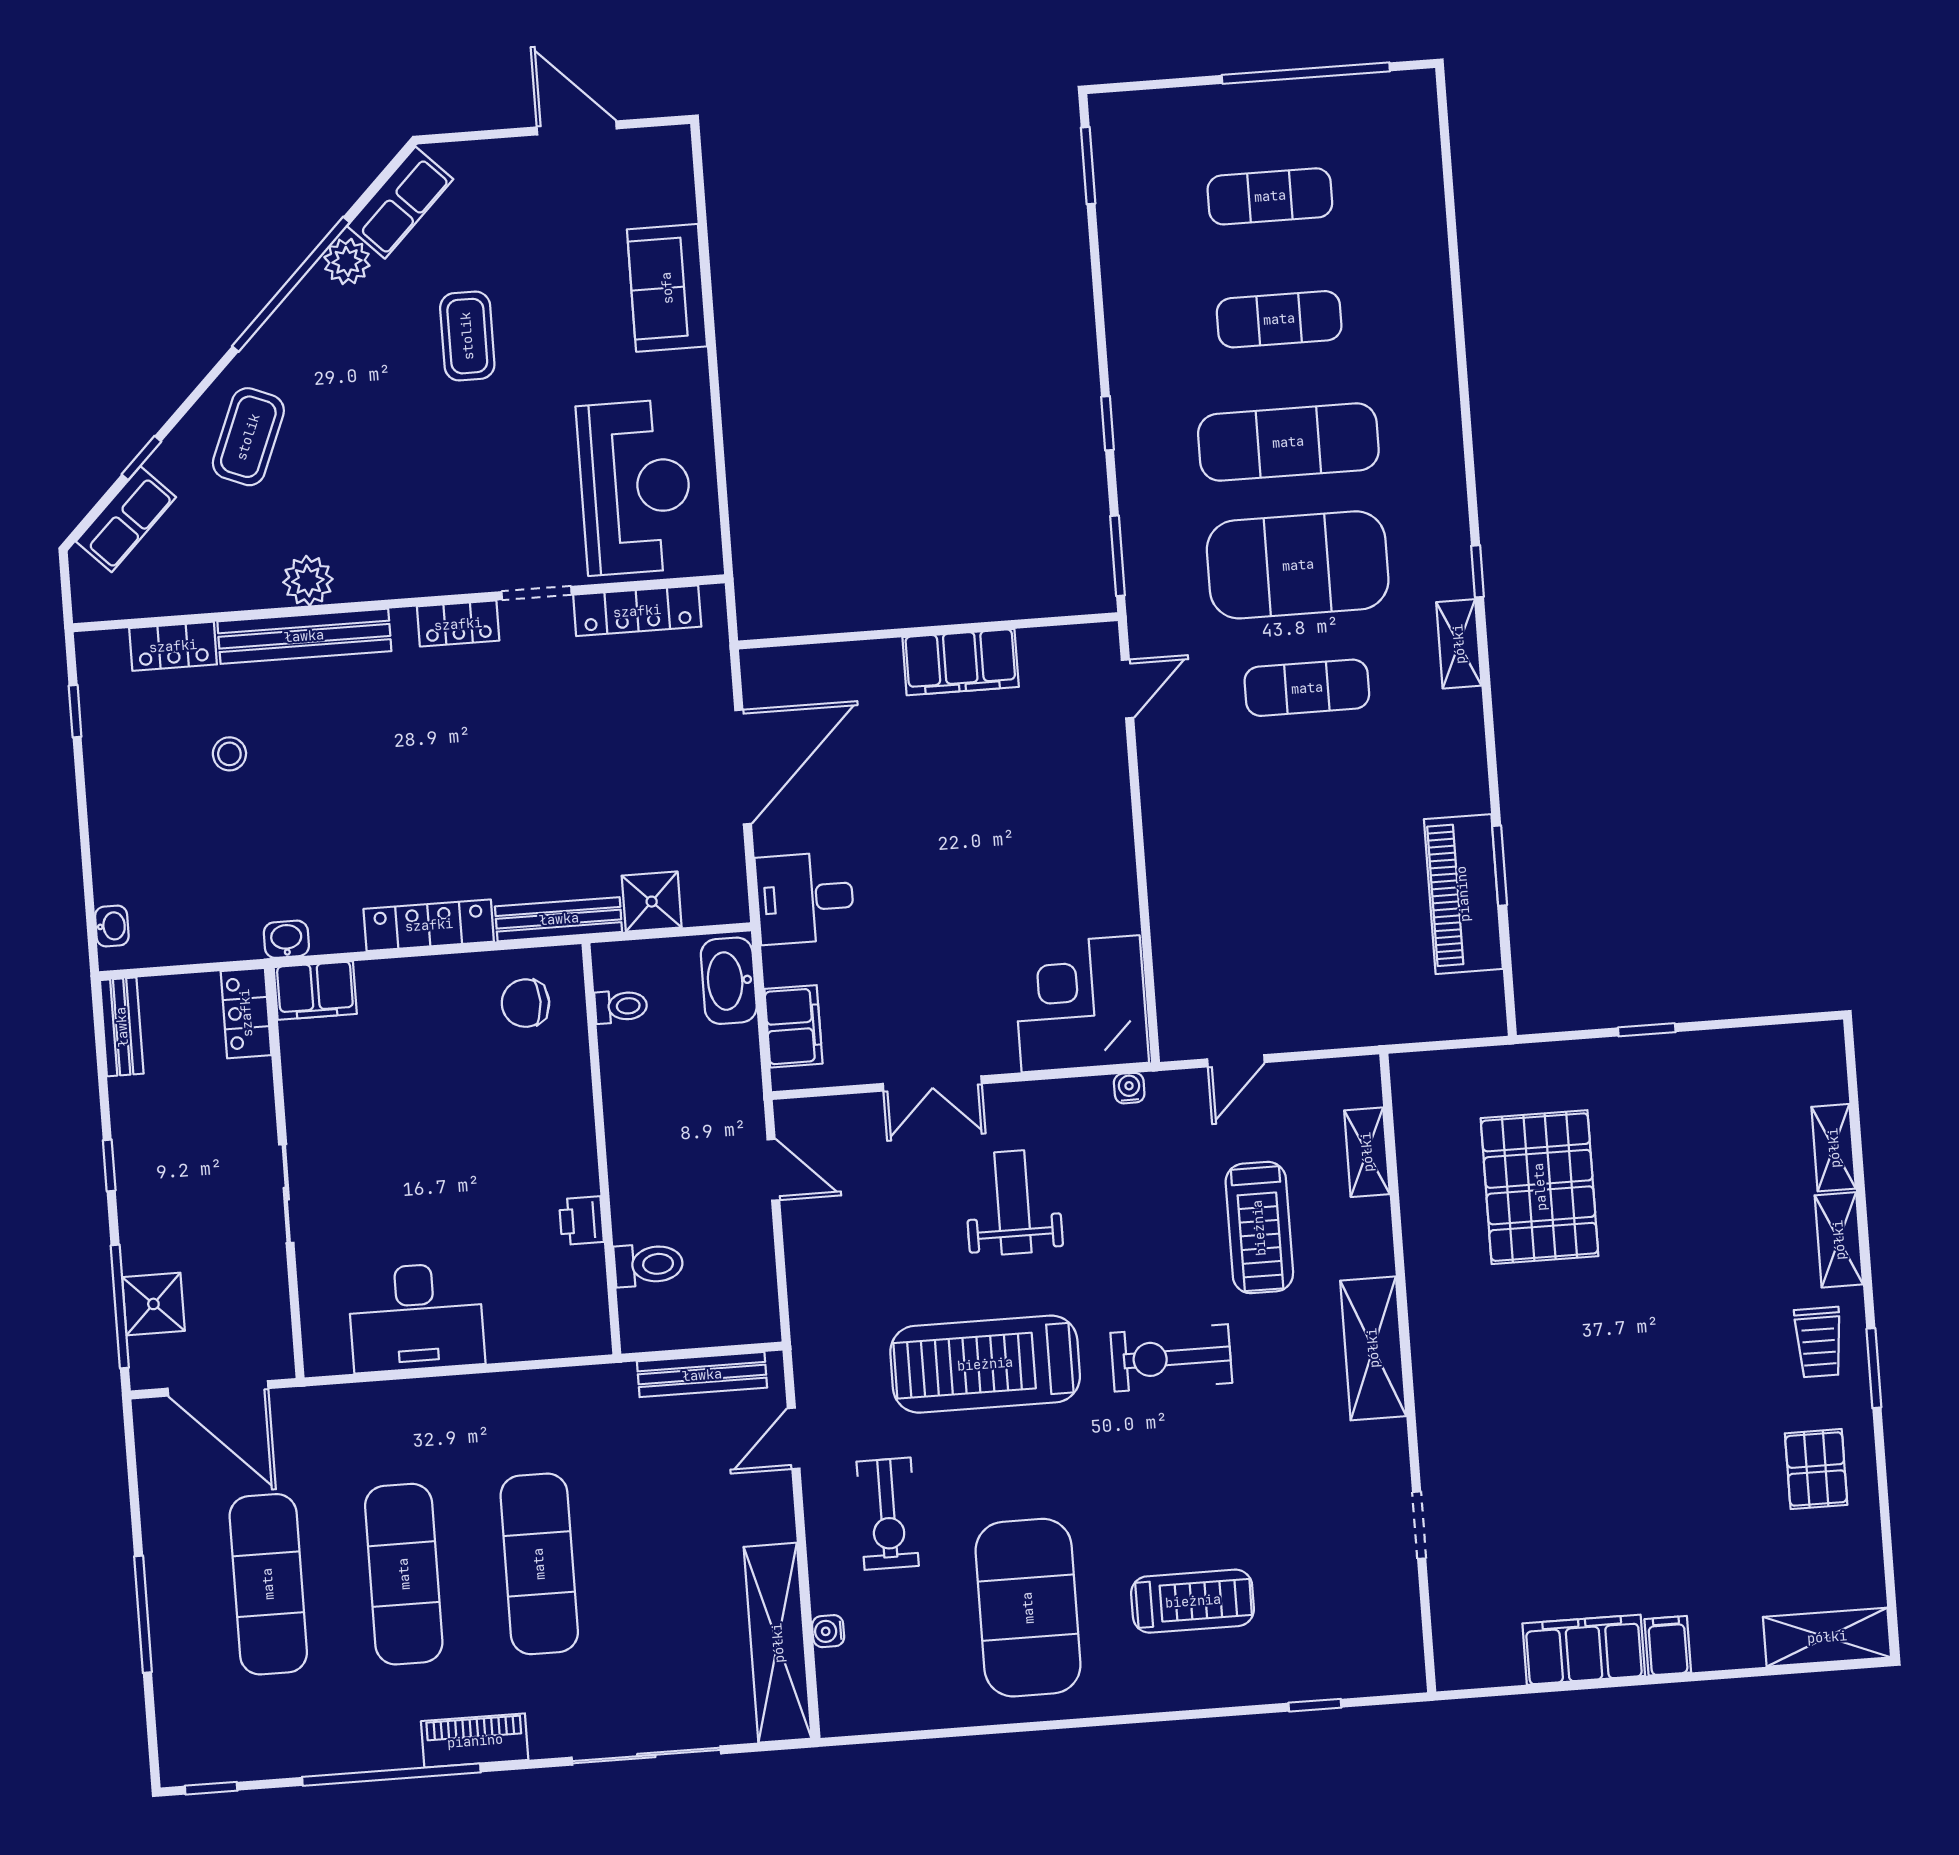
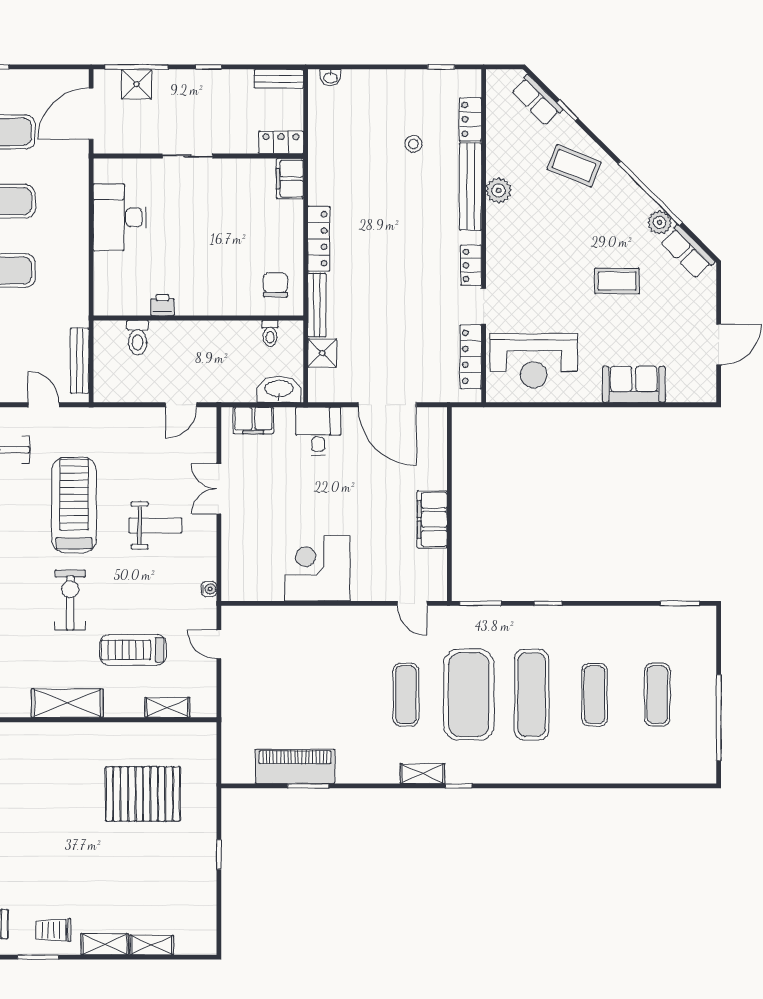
washbasin: (286, 939) -> (317, 166), removed
corner desk: (1081, 1004) -> (317, 568), moved, turned -90

